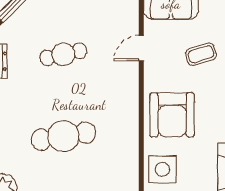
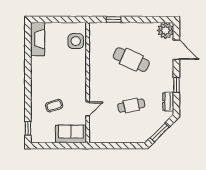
armchair: (172, 115) -> (70, 72), removed
cafe table: (63, 136) -> (131, 60), turned 33

